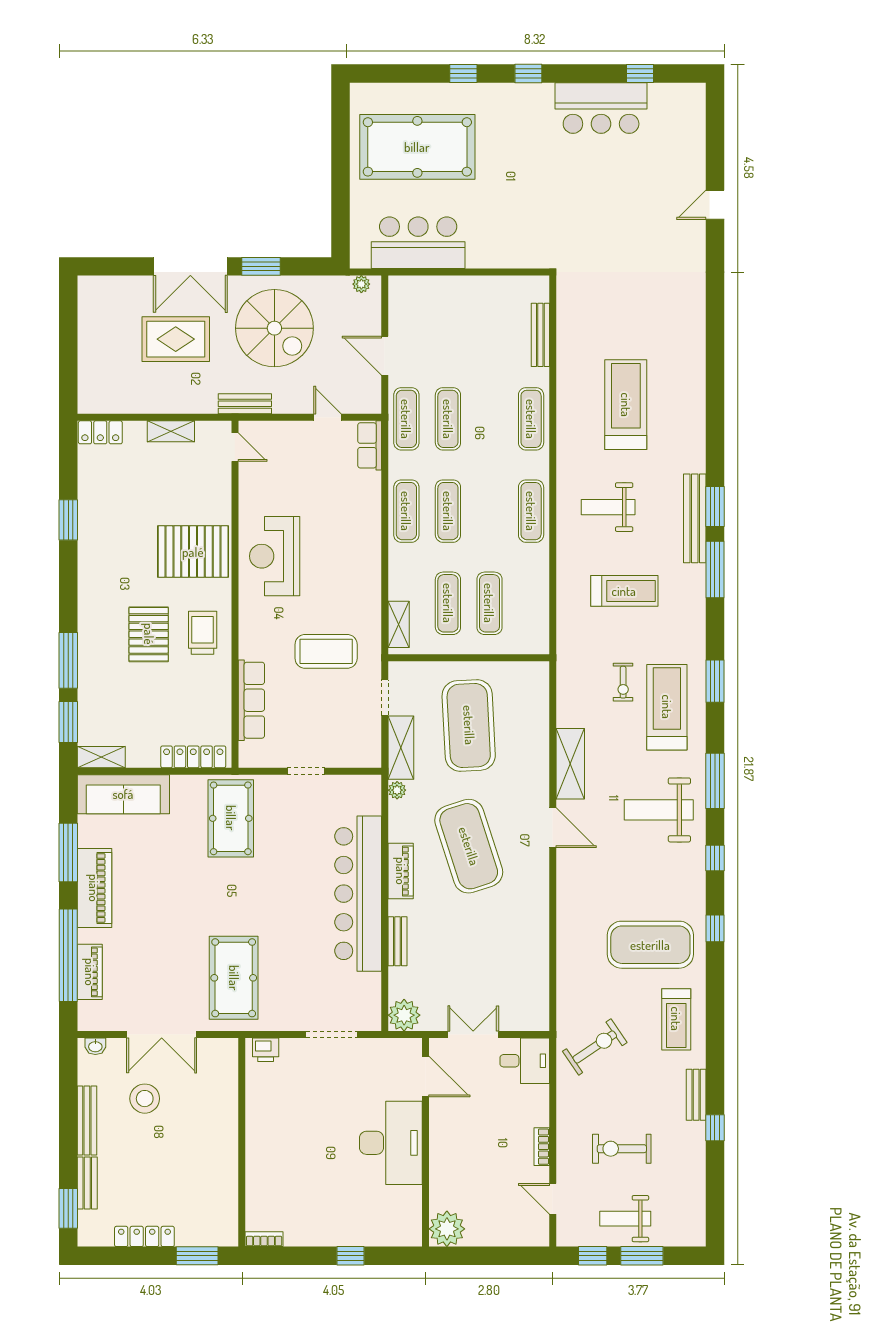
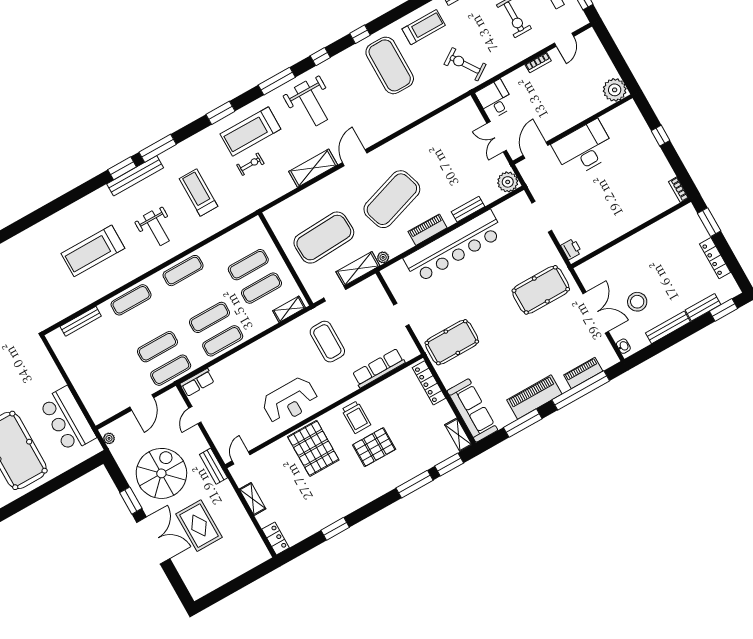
trolley: (203, 633) -> (356, 417), turned -90

